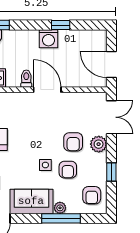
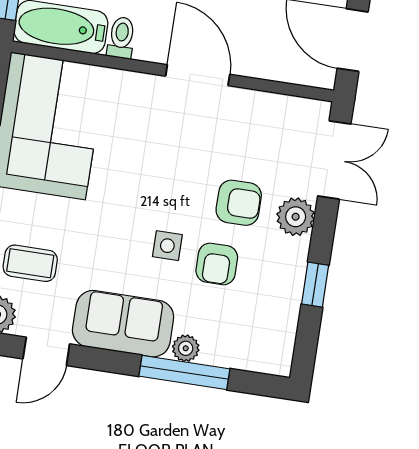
toilet: (26, 79) -> (121, 38), moved
armchair: (73, 142) -> (239, 203), turned -90
armchair: (92, 195) -> (262, 331), removed

